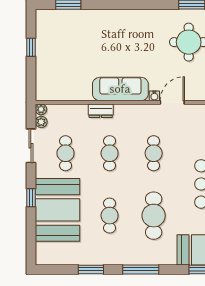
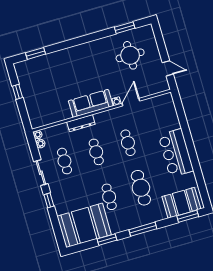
dresser: (101, 111) -> (81, 123), width x1.44
sliding door: (31, 146) -> (41, 173), moved
booth: (57, 210) -> (84, 225), moved, turned 90

